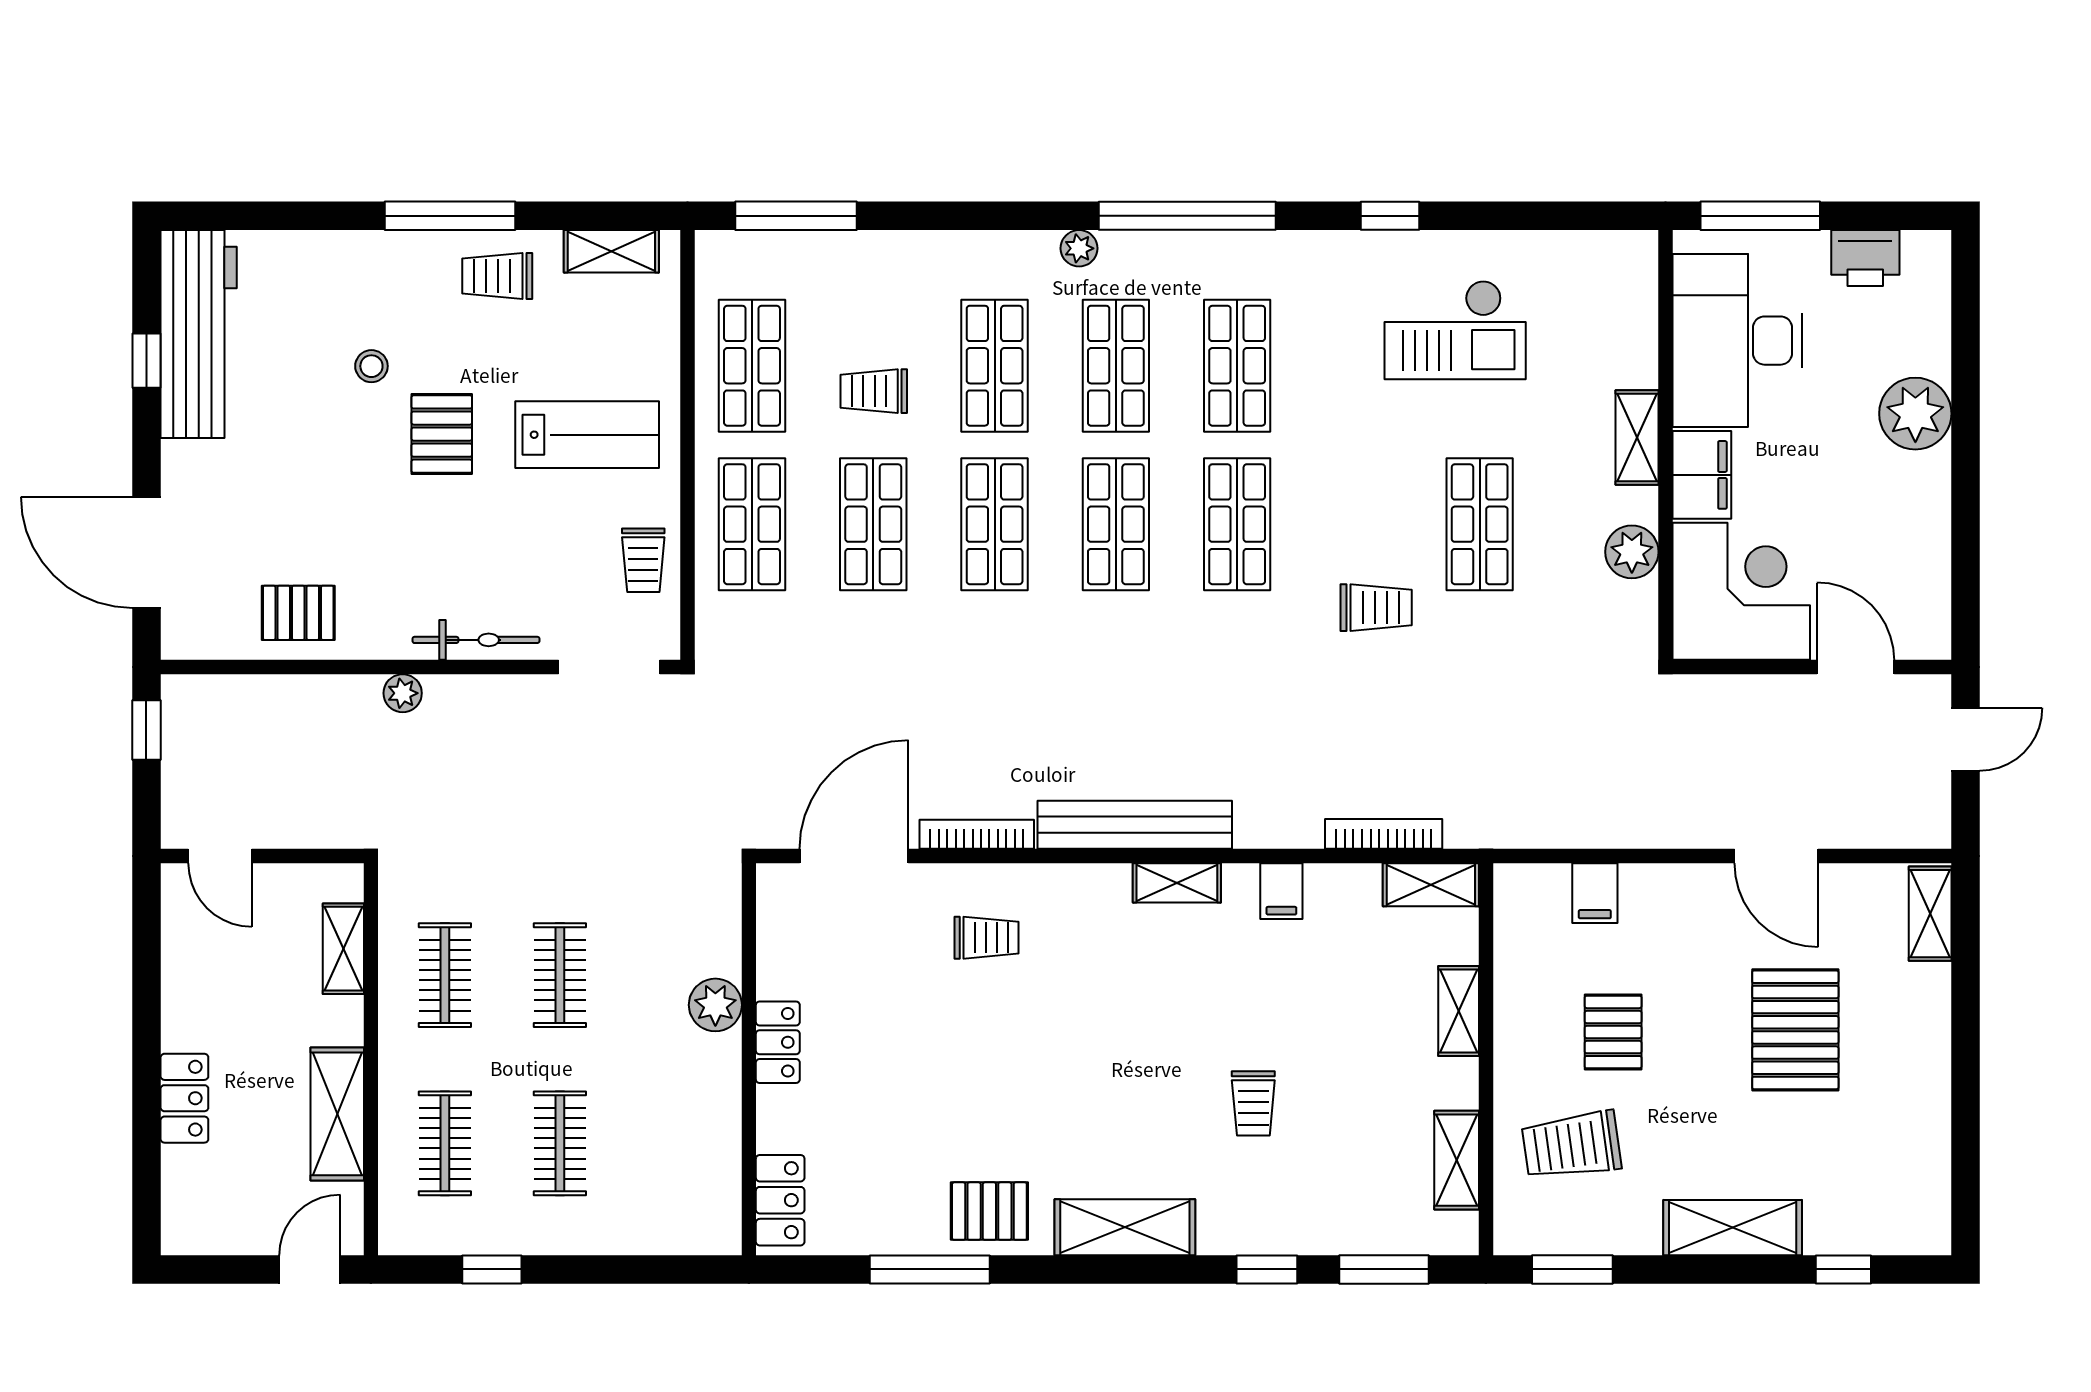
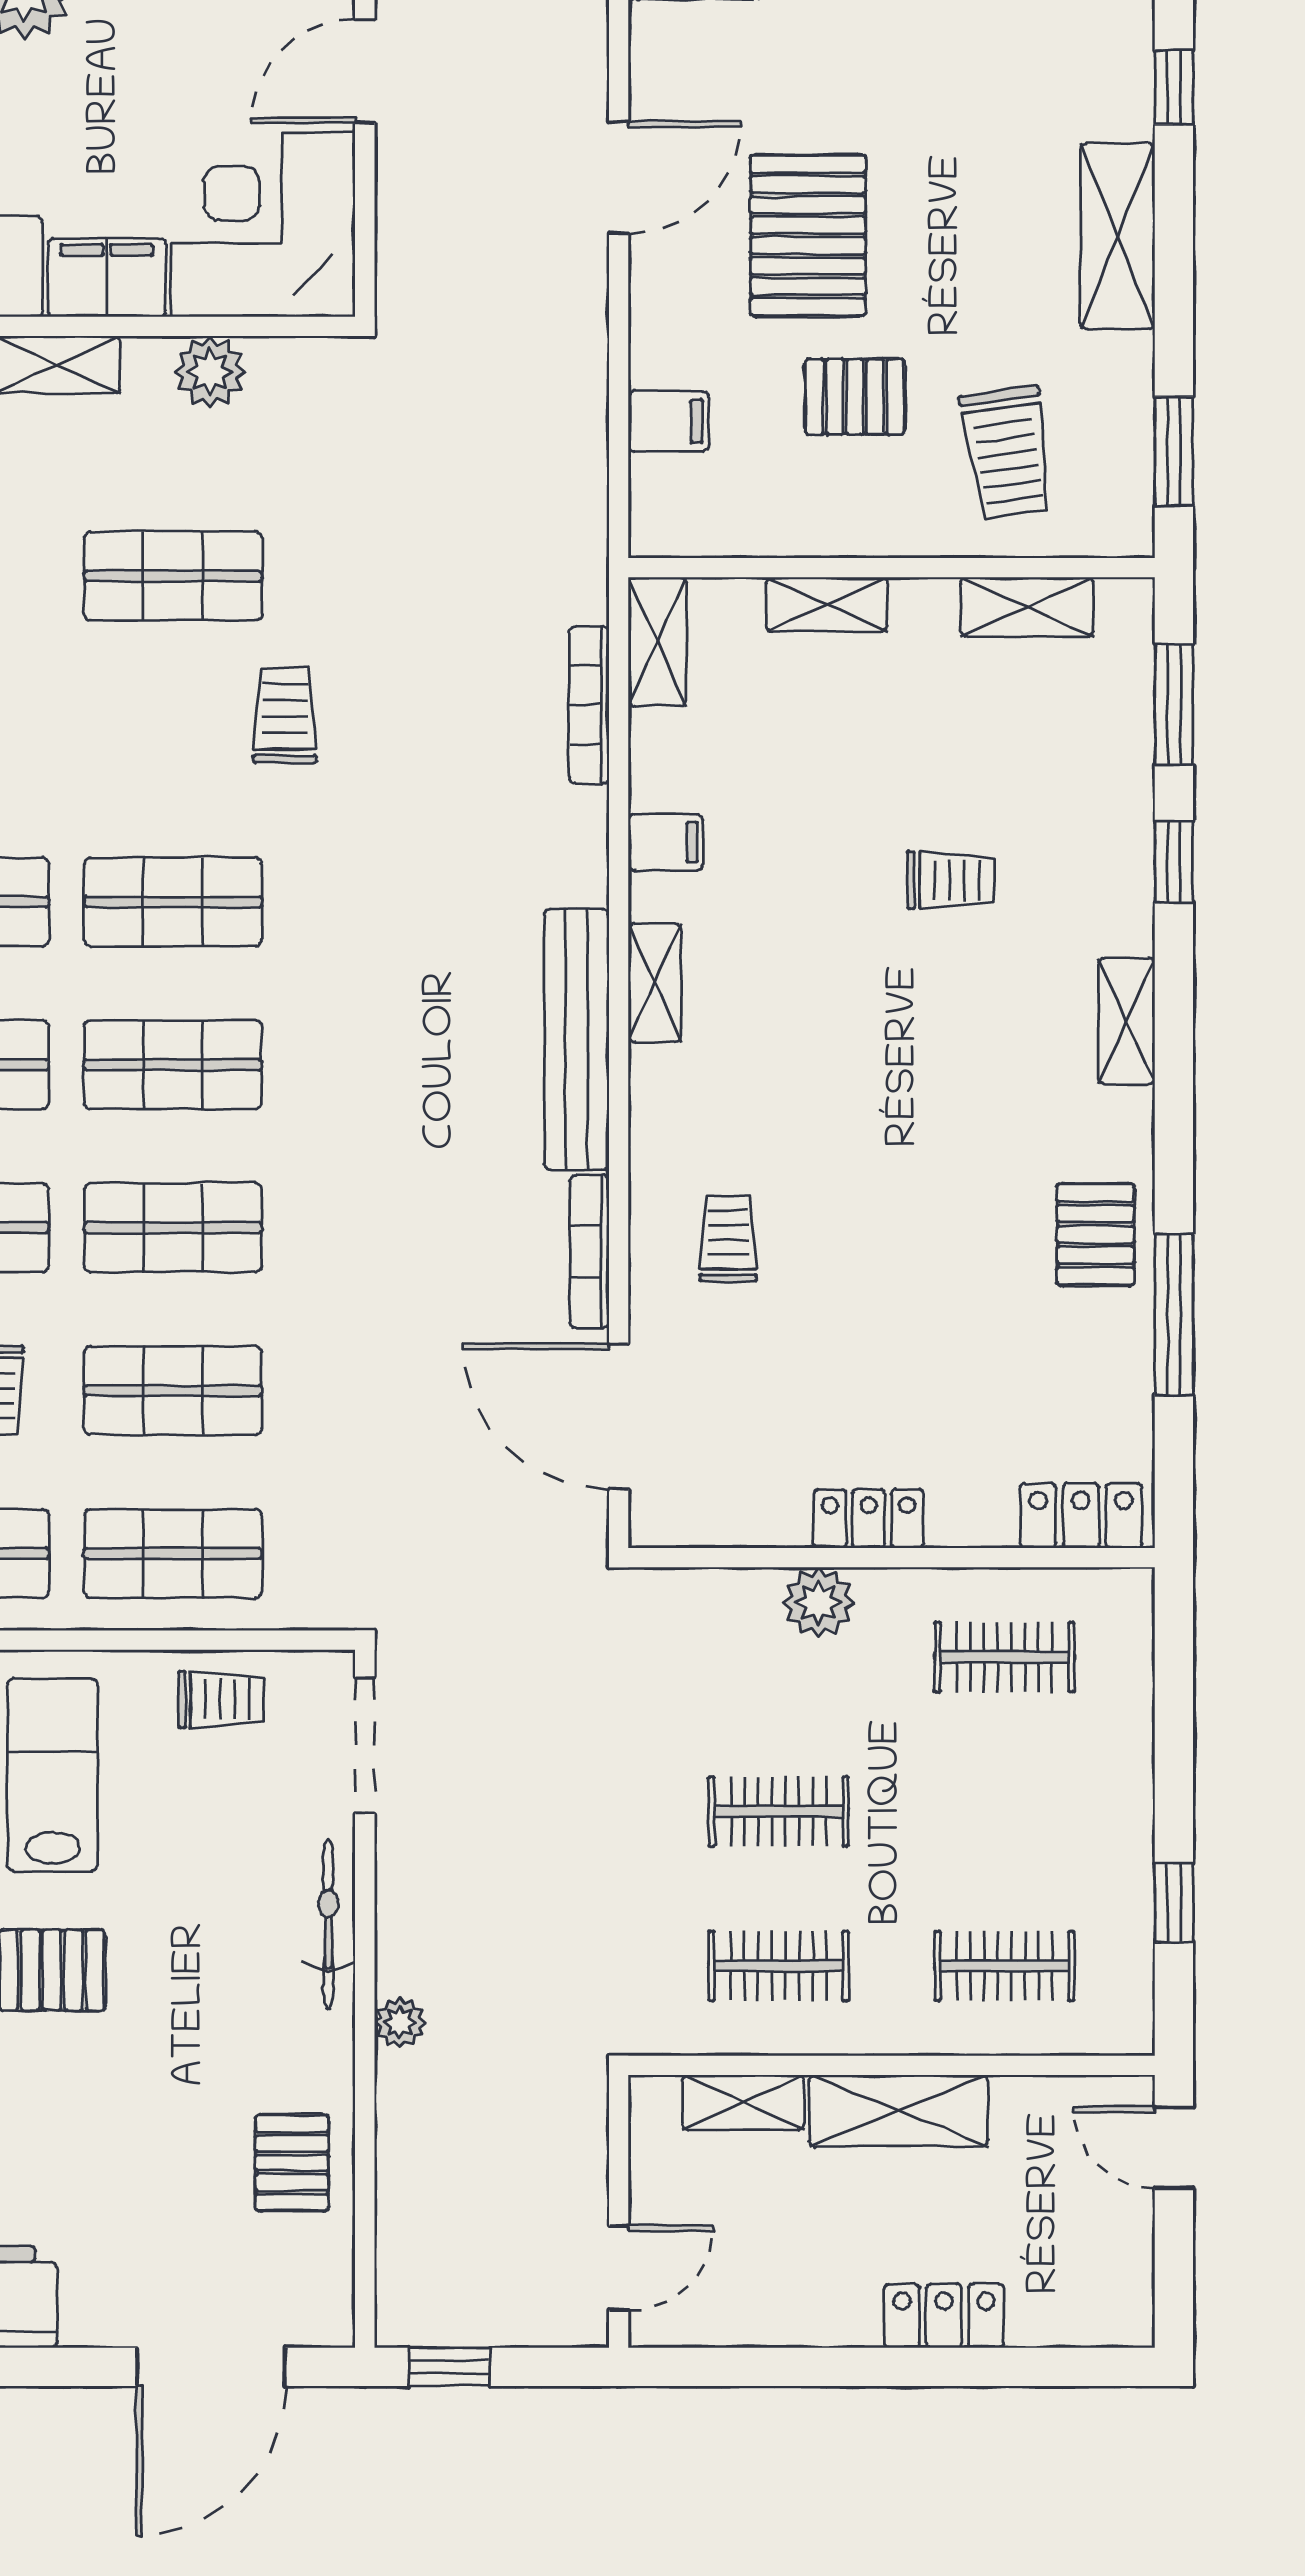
pallet: (1795, 1030) -> (808, 235), moved, turned 90
shelving: (337, 1114) -> (899, 2111), moved
clothes rail: (560, 1143) -> (1004, 1657), moved
shelving: (1125, 1227) -> (1127, 1021), width x0.67, depth x0.75

